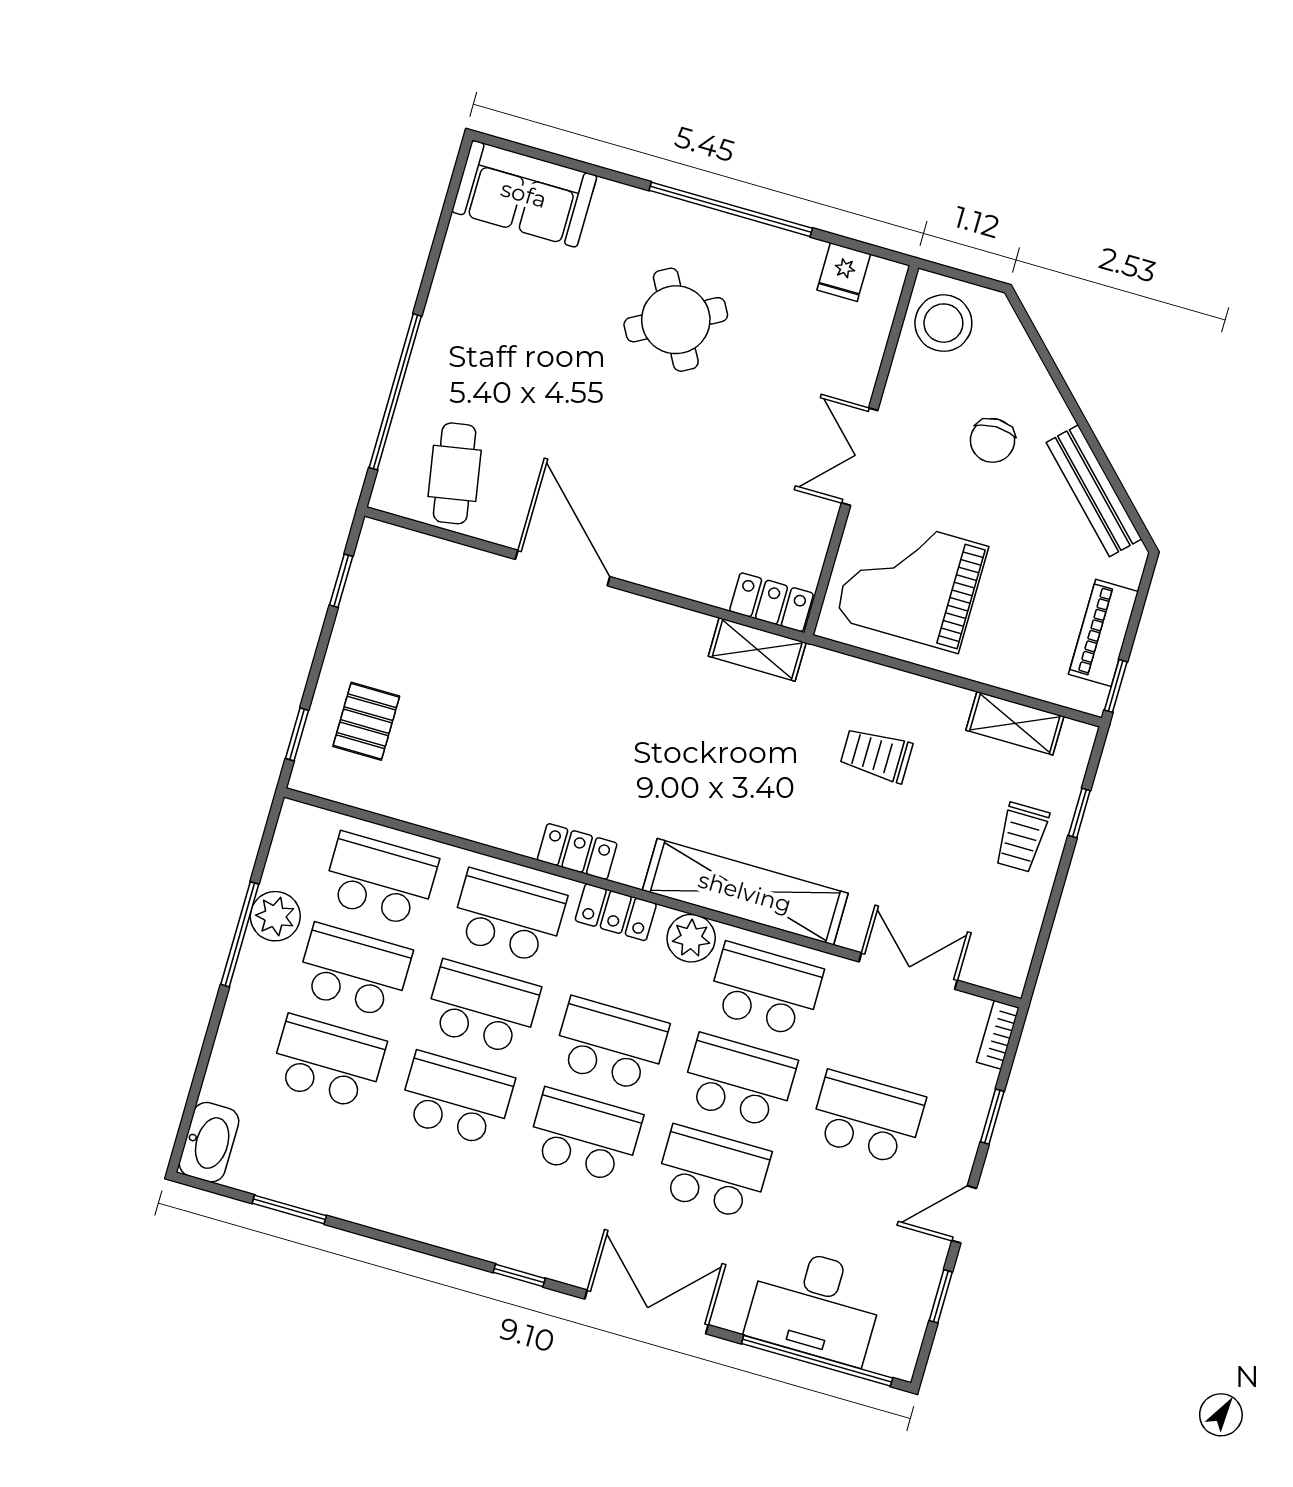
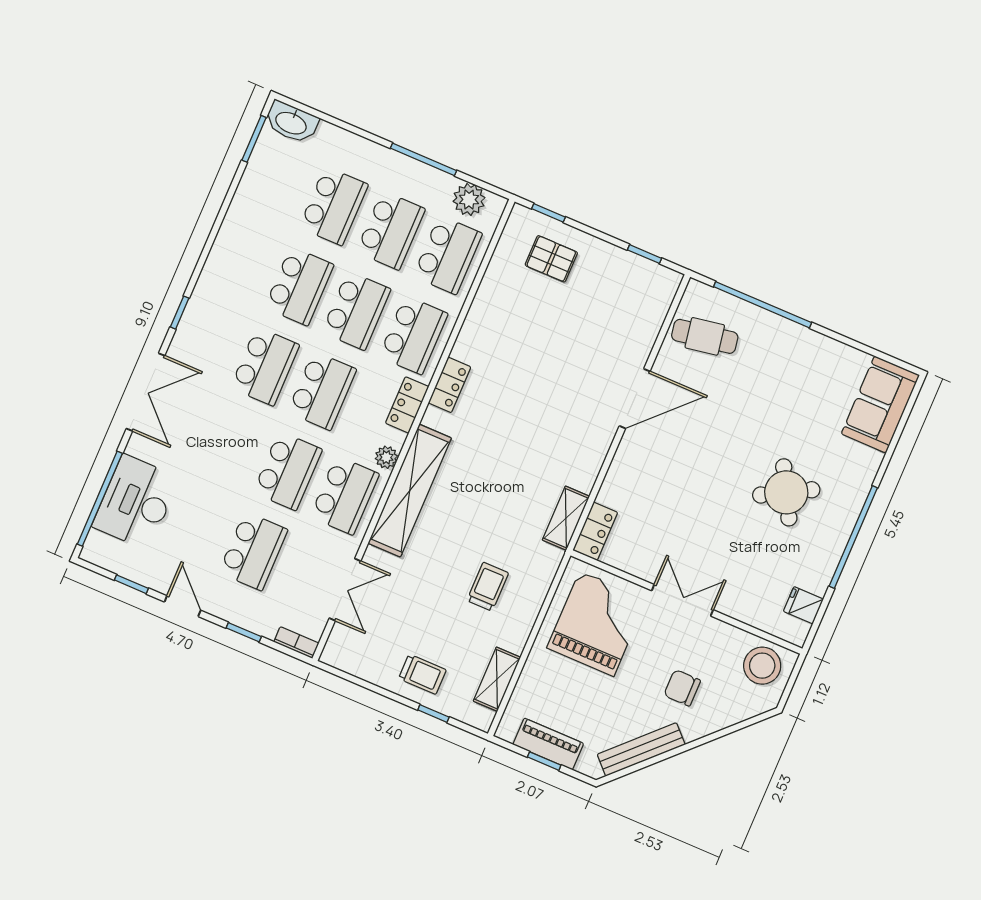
window: (1116, 686) -> (544, 761), moved
trolley: (1022, 837) -> (422, 674), turned 180
plant: (275, 916) -> (469, 200), moved
plant: (691, 938) -> (386, 457), width x0.73, depth x0.73
school desk: (713, 1172) -> (231, 446), removed
window: (289, 1209) -> (254, 139), moved

